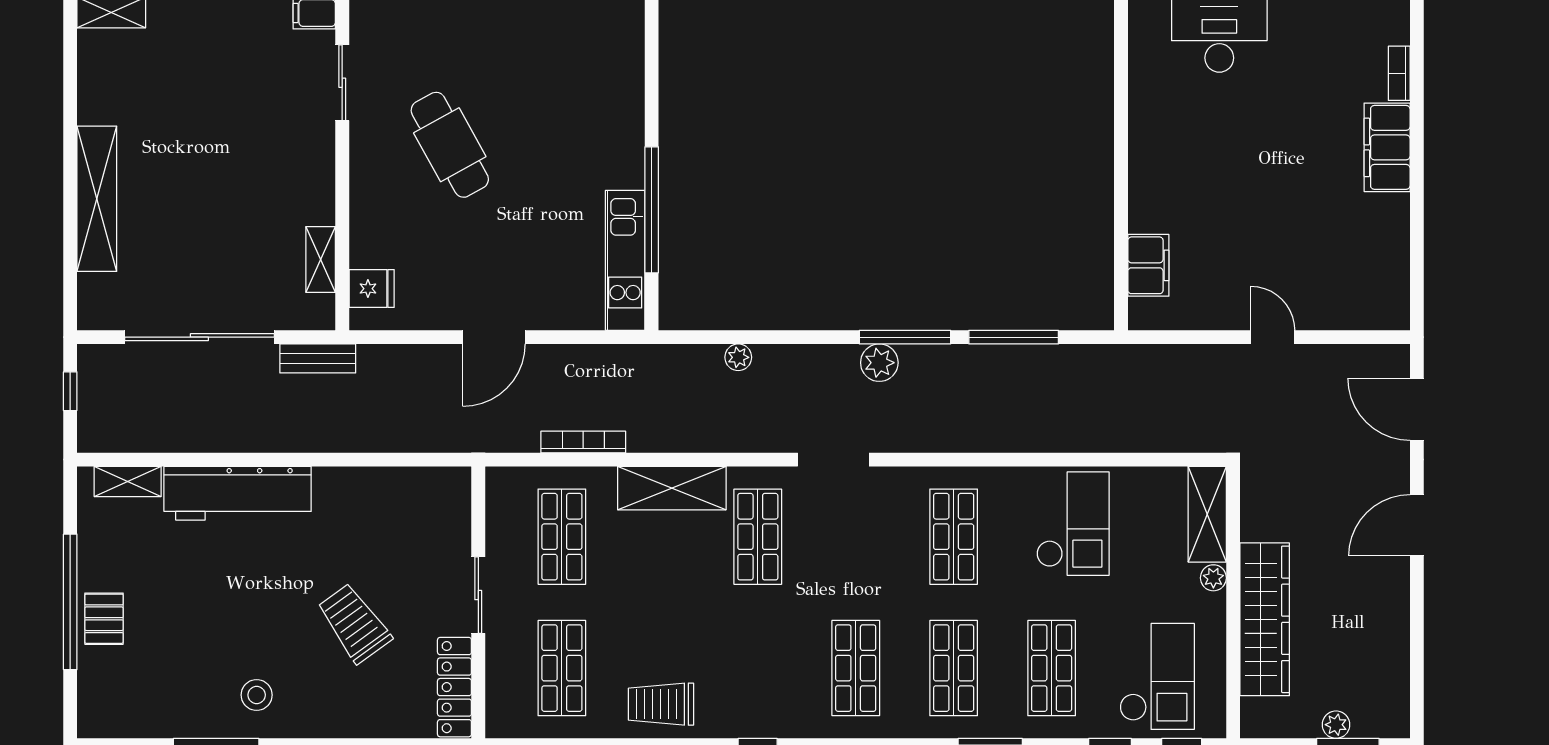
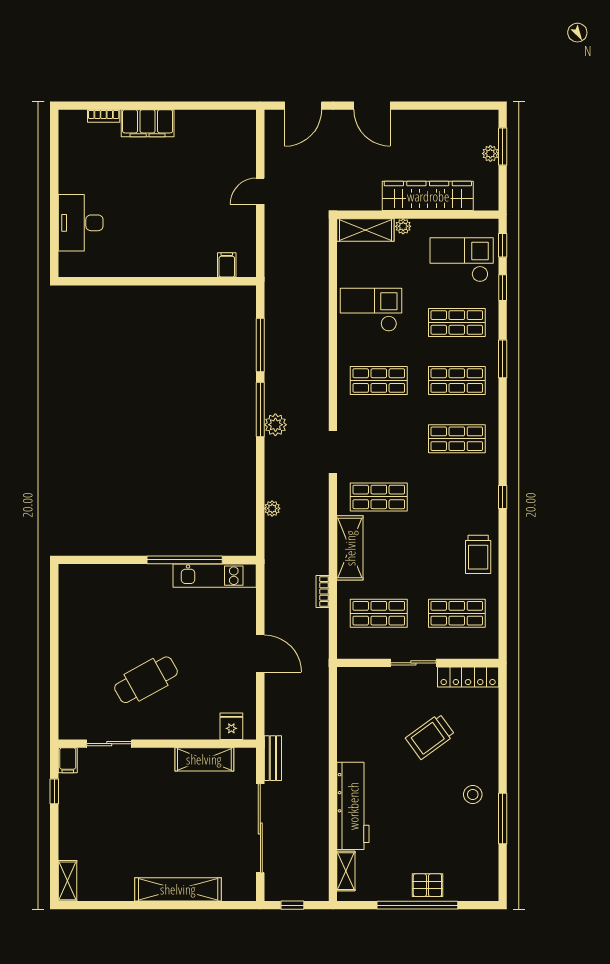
shelving: (321, 259) -> (204, 759), width x1.50, depth x1.33
filing cabinet: (1148, 265) -> (227, 265), width x0.50
bookcase: (583, 442) -> (322, 592), width x0.64

